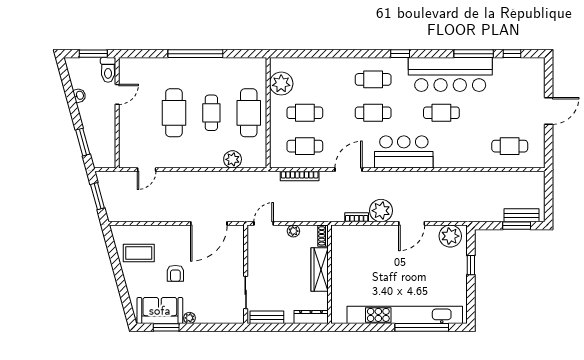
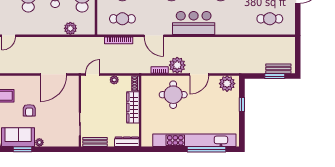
door: (349, 170) -> (154, 36), swing flipped
round table: (375, 252) -> (173, 95), added

